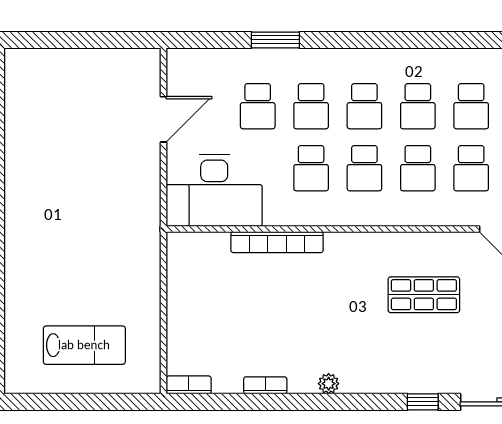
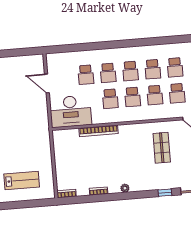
window: (275, 40) -> (91, 46), removed
door: (163, 119) -> (47, 83), swing flipped
shop shelf: (424, 295) -> (162, 148), turned 90

